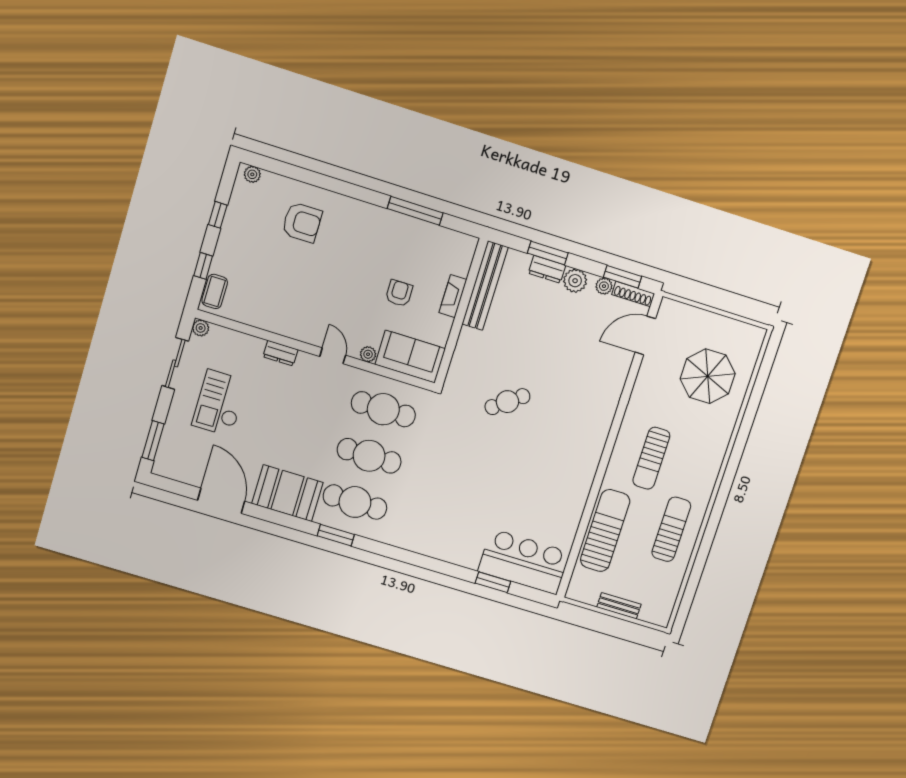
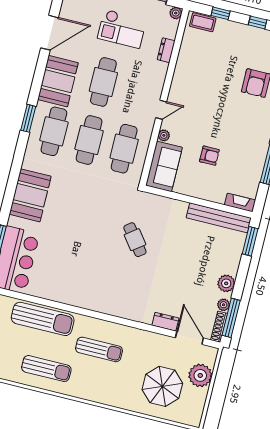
window: (548, 253) -> (250, 241), moved
dresser: (547, 269) -> (165, 322), moved, turned 90
window: (623, 277) -> (231, 318), width x1.44
fireplace: (453, 296) -> (240, 202), moved
plant: (697, 324) -> (200, 375), added
dresser: (280, 353) -> (166, 50), moved
checkout: (219, 403) -> (122, 29), turned 180
cafe table: (291, 432) -> (103, 82), added
sun lounger: (651, 458) -> (99, 349), turned 180
booth: (439, 538) -> (30, 195), added

